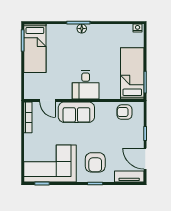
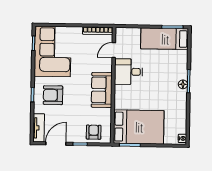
bed: (132, 73) -> (139, 127), width x1.50
desk: (86, 85) -> (128, 72), moved
sofa: (76, 112) -> (102, 90), moved
armchair: (124, 112) -> (94, 132), moved

